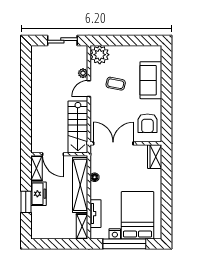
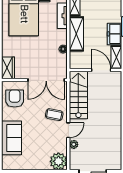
coffee table: (116, 84) -> (54, 115), moved
shelving: (80, 185) -> (76, 34), width x0.68

